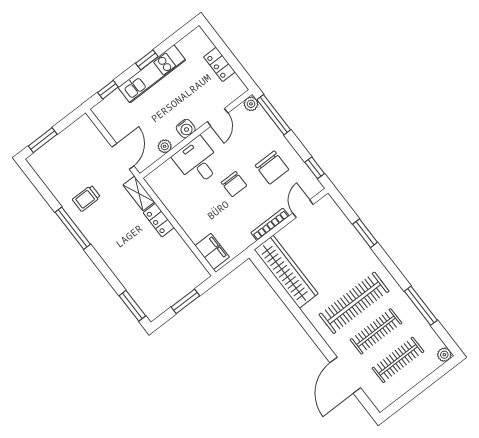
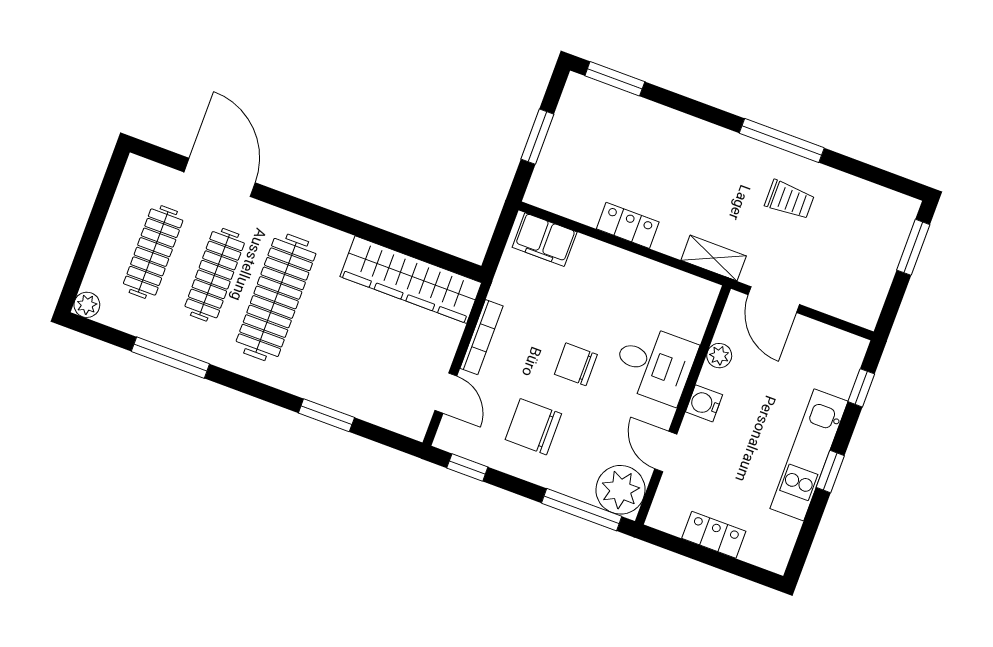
plant: (251, 104) -> (620, 490), width x1.88, depth x1.88
trolley: (86, 198) -> (789, 200), turned 90
locker: (159, 220) -> (628, 225), moved

